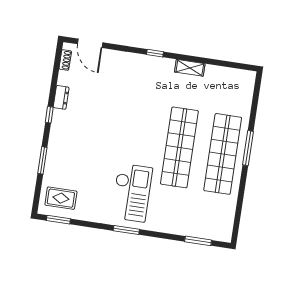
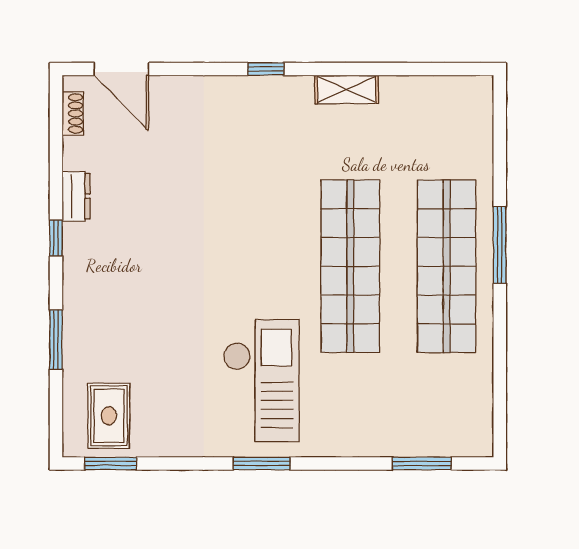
rug: (61, 198) -> (109, 416), turned 90

